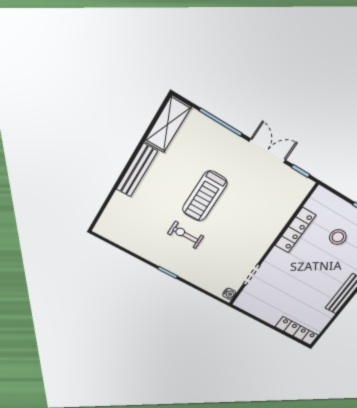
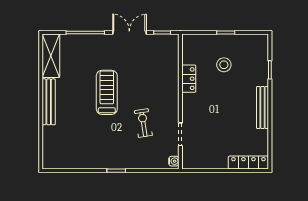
treadmill: (205, 196) -> (107, 92), turned 180
locker: (295, 230) -> (189, 79), width x0.66
exercise bike: (186, 235) -> (143, 123), moved, turned 81

